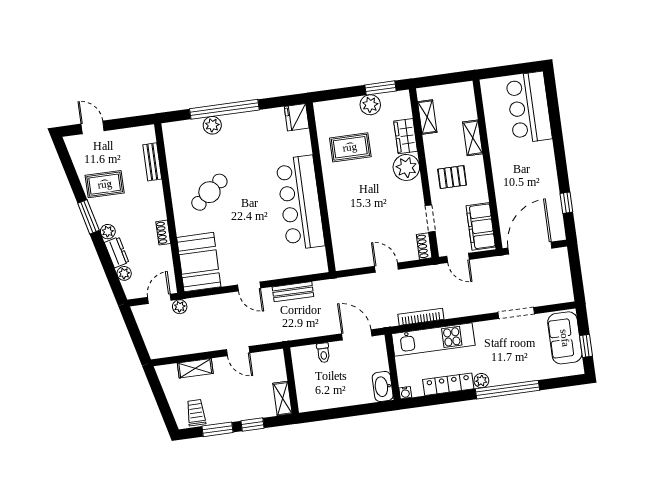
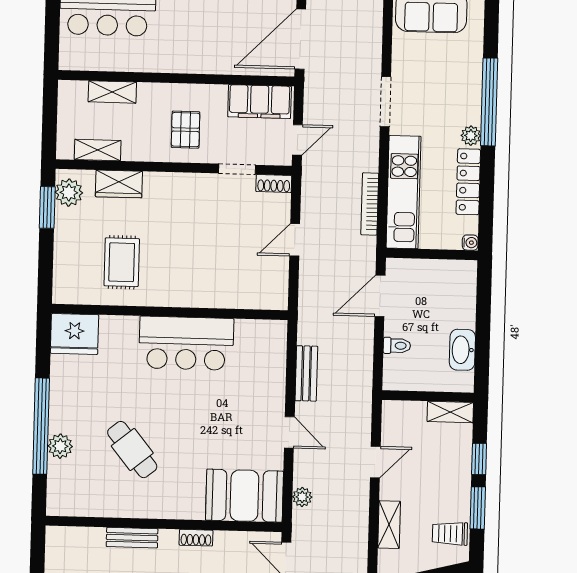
plant: (370, 105) -> (69, 193), moved
fridge: (297, 117) -> (74, 334), width x1.36, depth x1.34
shelving: (473, 138) -> (112, 92), moved
bench: (152, 162) -> (132, 538), moved
plant: (406, 167) -> (162, 190), removed
cafe table: (209, 192) -> (132, 450), moved
bar counter: (300, 203) -> (186, 343), width x0.73
door: (530, 248) -> (300, 39), hinge flipped
door: (249, 287) -> (289, 432), hinge flipped
plant: (180, 307) -> (302, 497), moved
doorway: (516, 313) -> (385, 102), moved
washbasin: (383, 387) -> (462, 350), moved, turned 90

